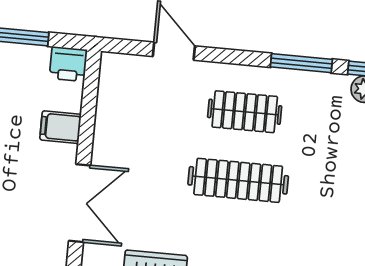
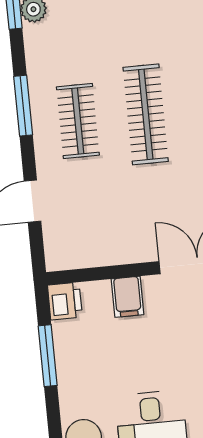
window: (301, 63) -> (23, 106), moved

